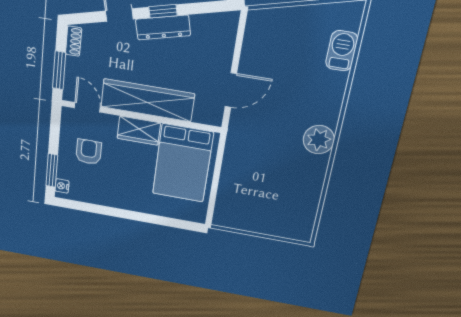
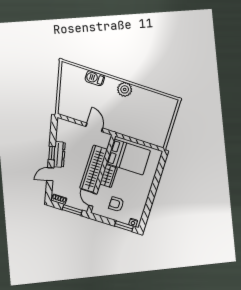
barbecue: (342, 51) -> (95, 78), moved
door: (87, 107) -> (93, 200), hinge flipped

